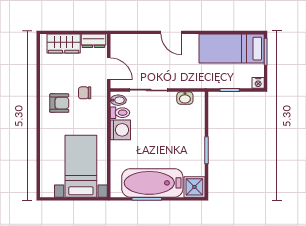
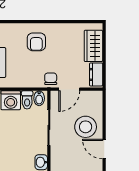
door: (171, 32) -> (104, 149), hinge flipped
stool: (148, 52) -> (86, 127), added
chair: (85, 93) -> (51, 79), moved

